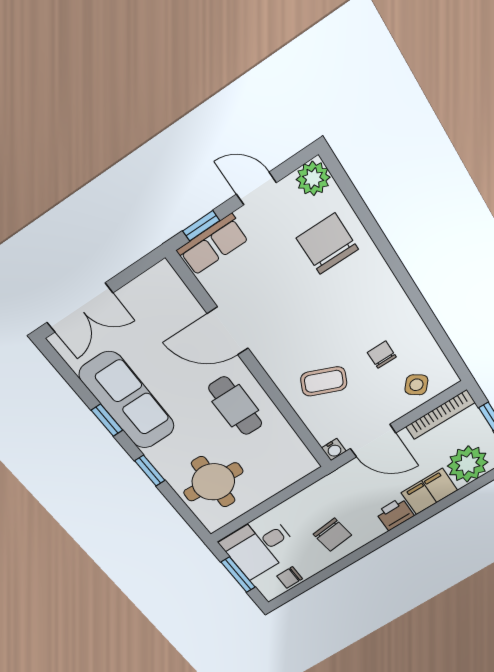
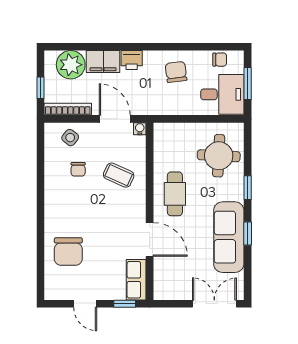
plant: (313, 178) -> (54, 290), removed
row of seats: (213, 245) -> (136, 280), moved, turned -90

